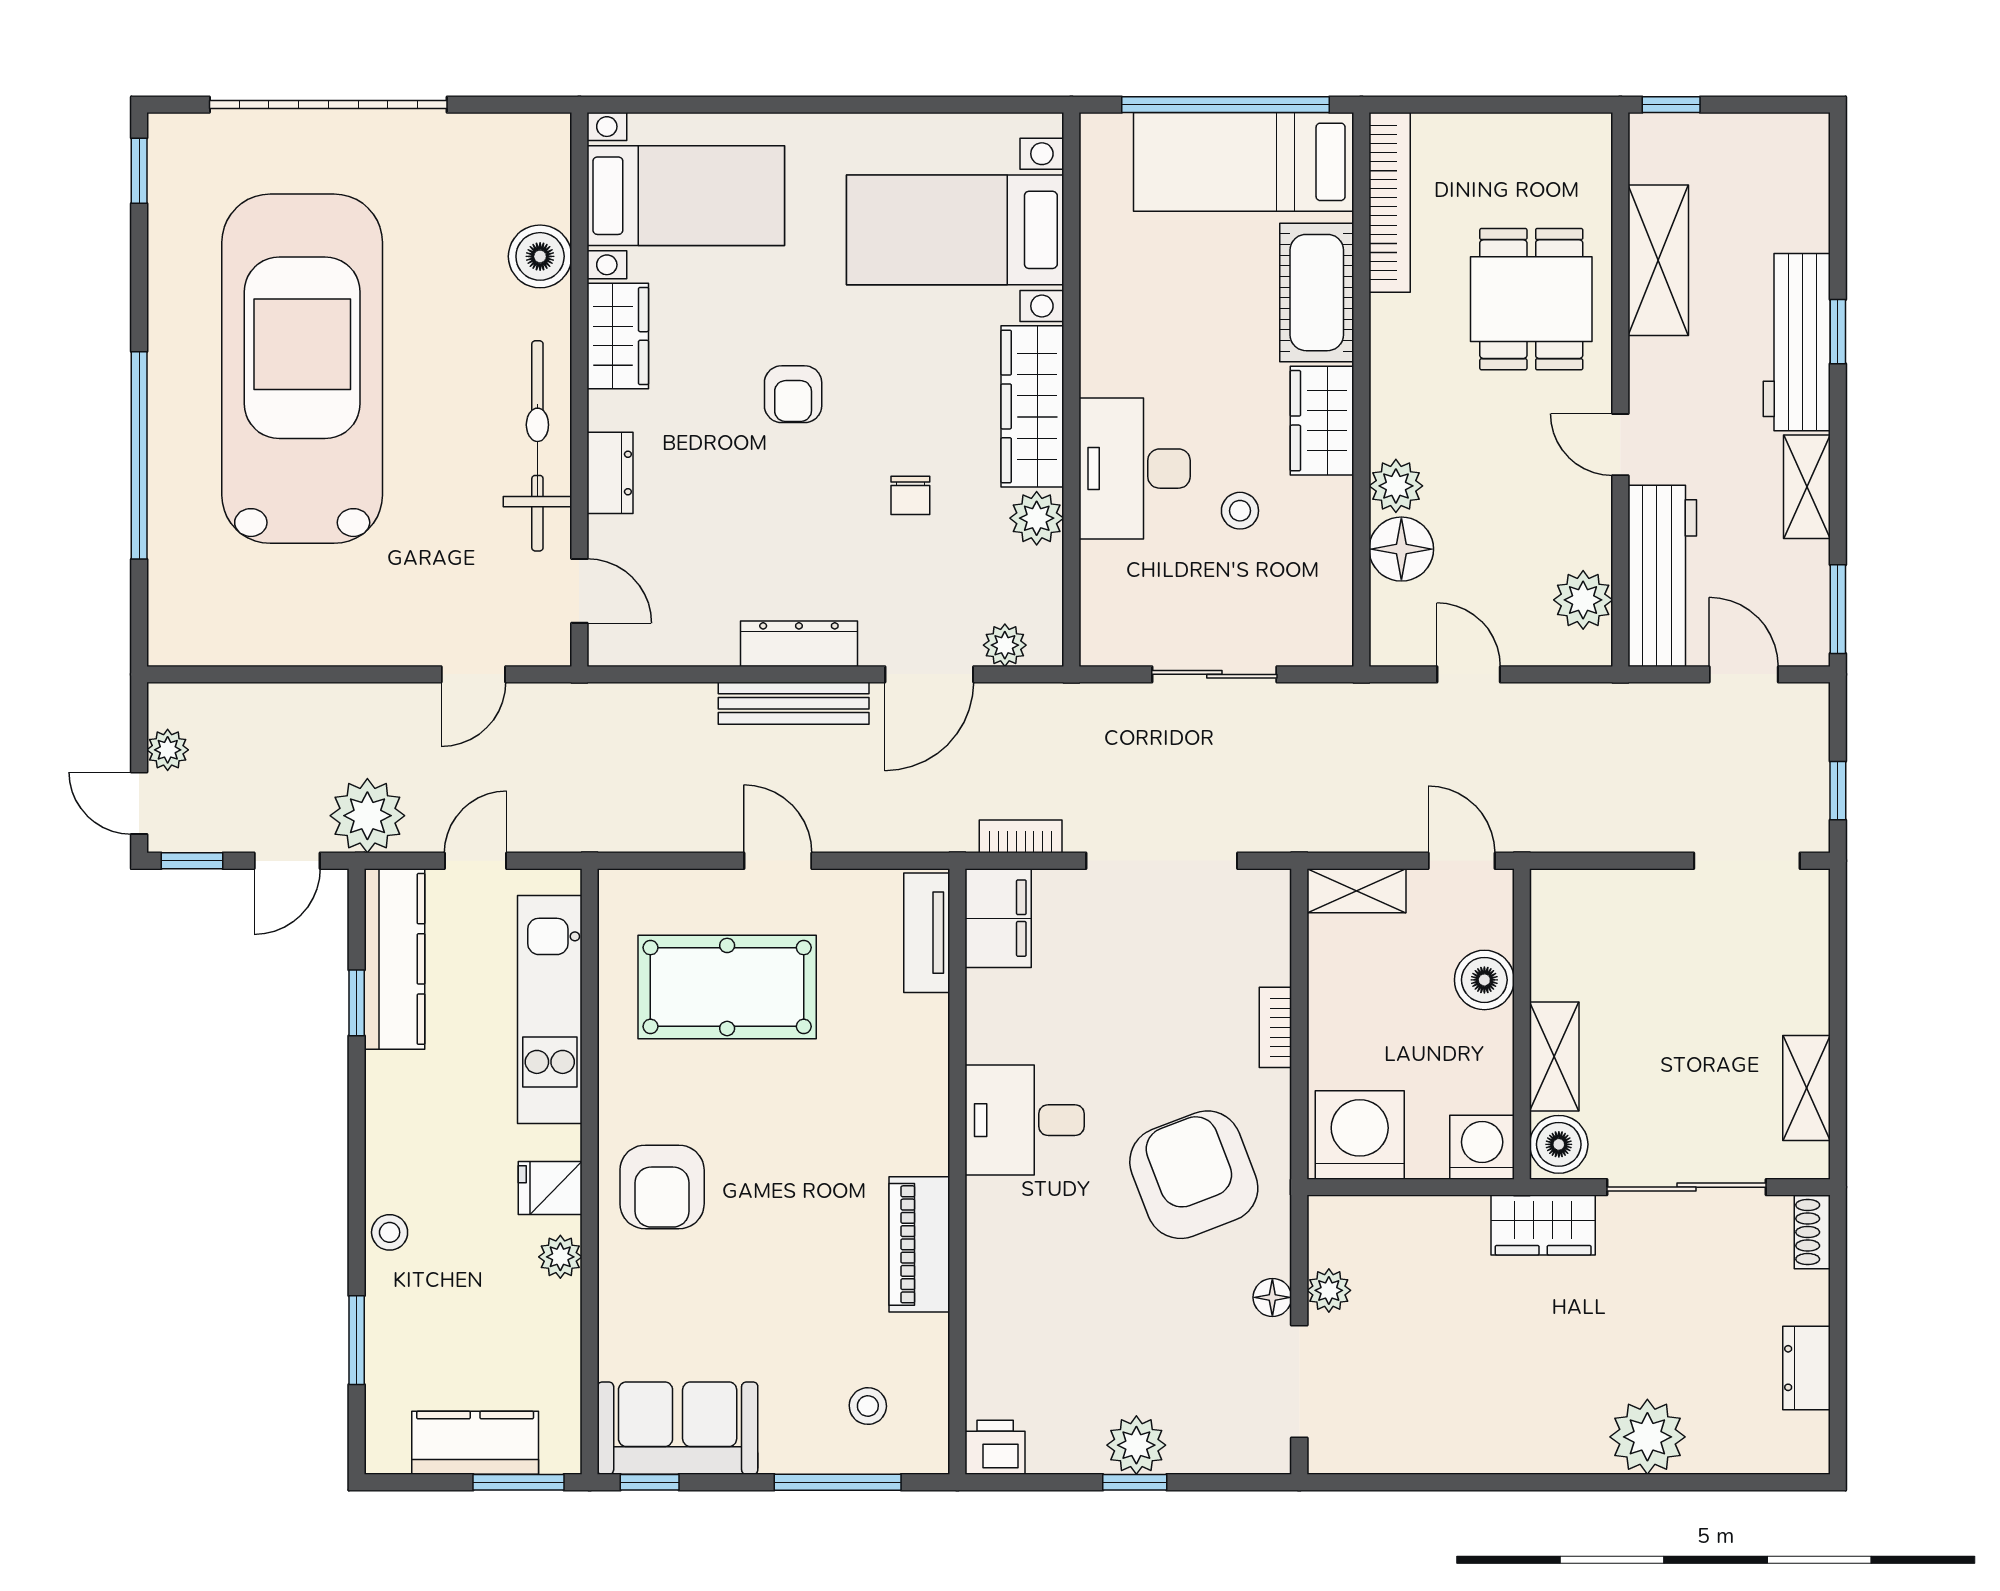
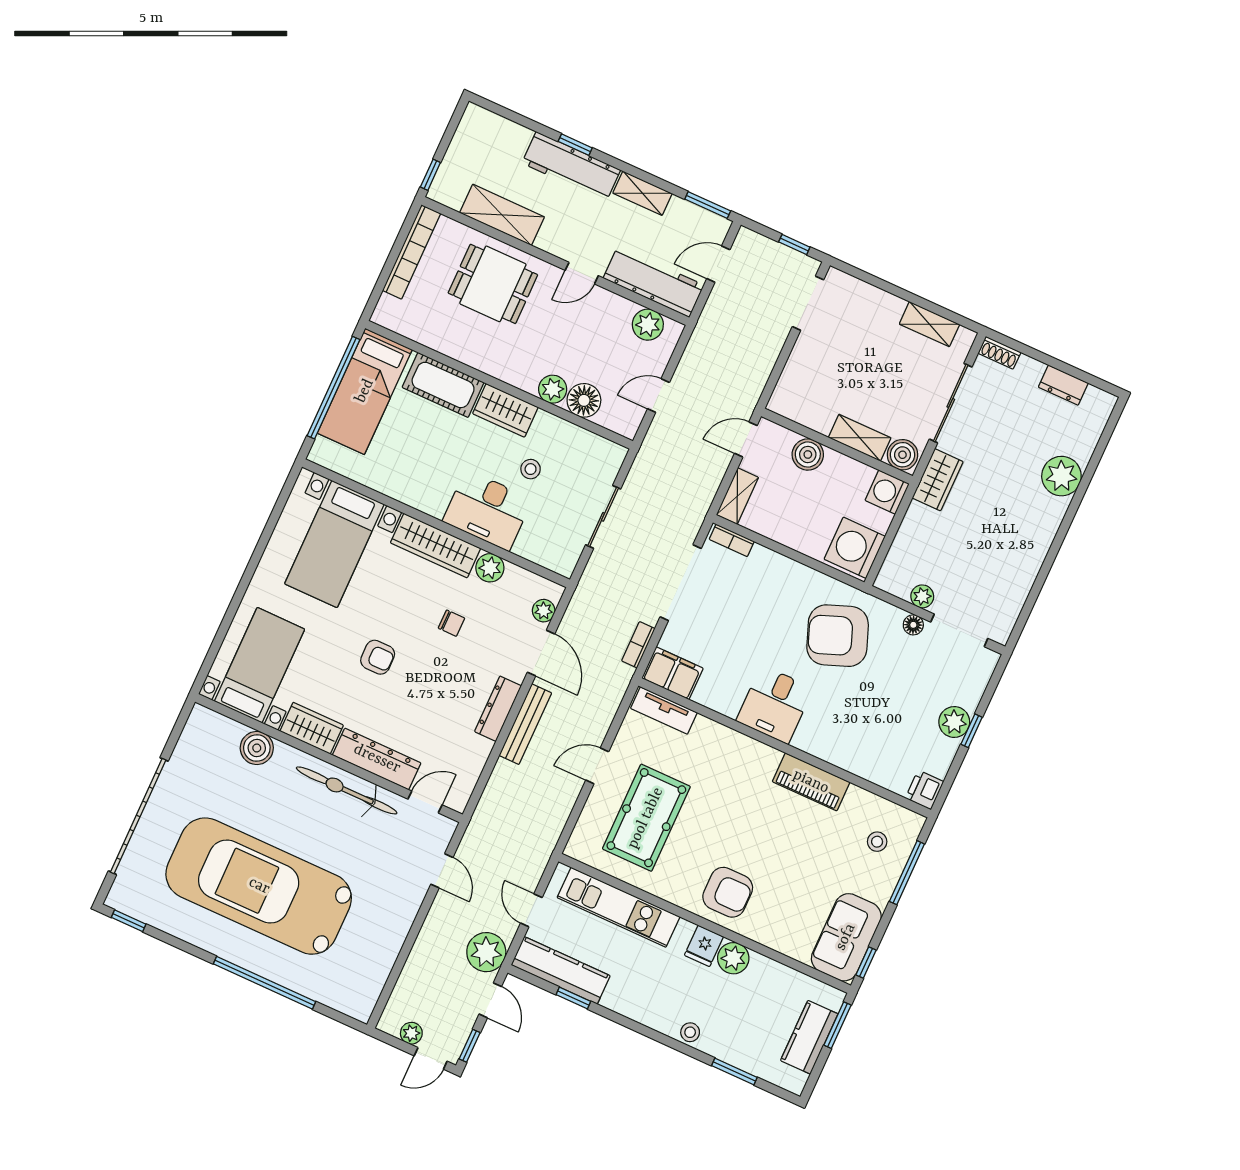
bookcase: (1390, 202) -> (412, 252), moved, turned 90
dresser: (610, 473) -> (377, 759), width x1.96, depth x1.24
bookcase: (1275, 1027) -> (732, 540), moved
plant: (560, 1257) -> (733, 958), width x1.38, depth x1.38

